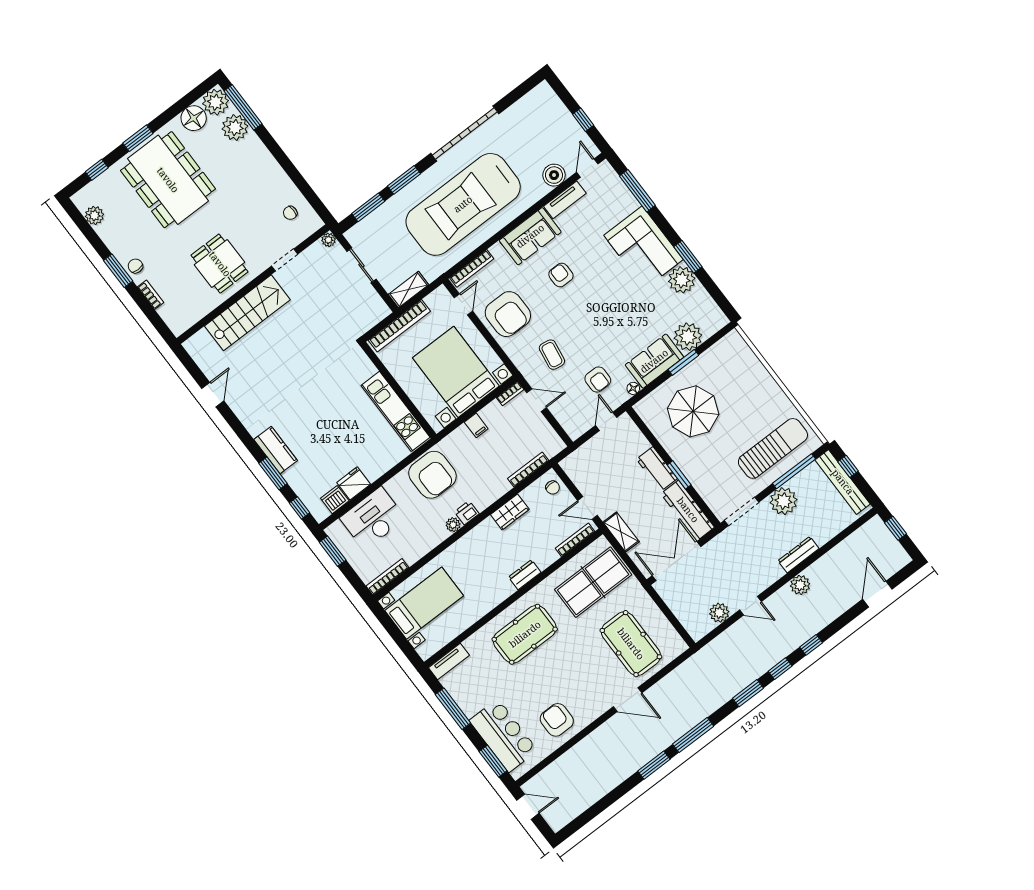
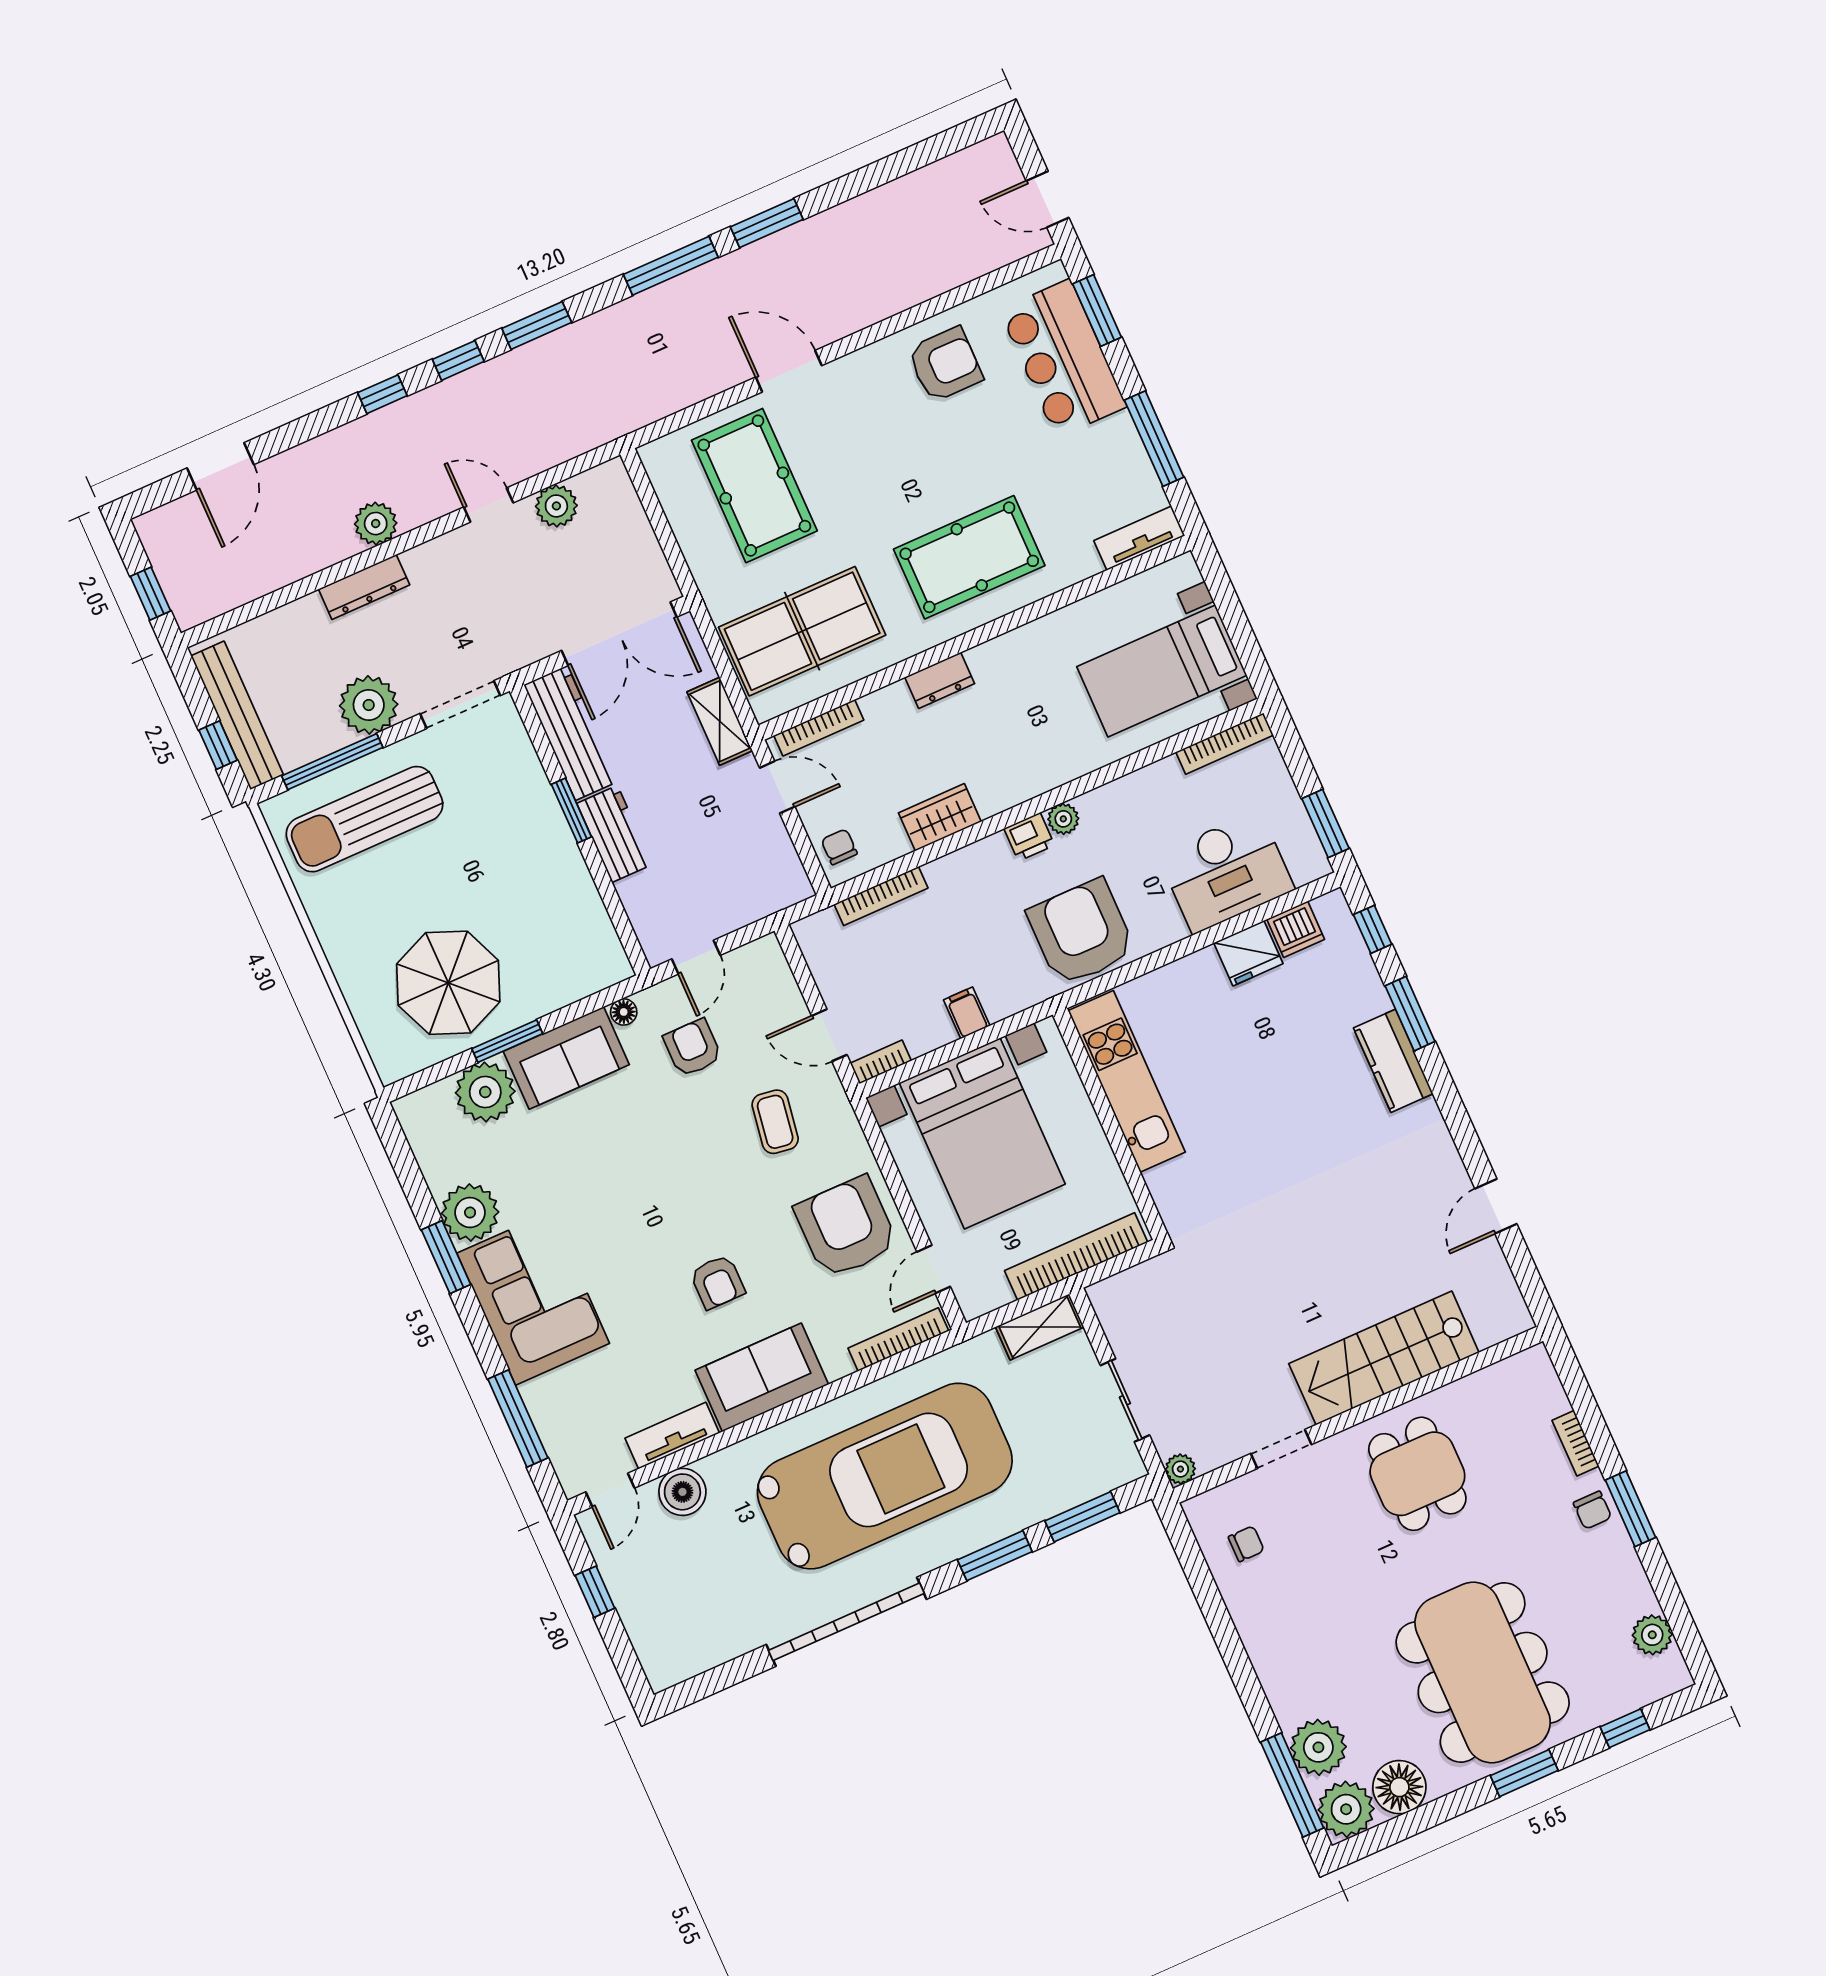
parasol: (693, 411) -> (448, 983), moved
armchair: (557, 720) -> (945, 364), turned -90

